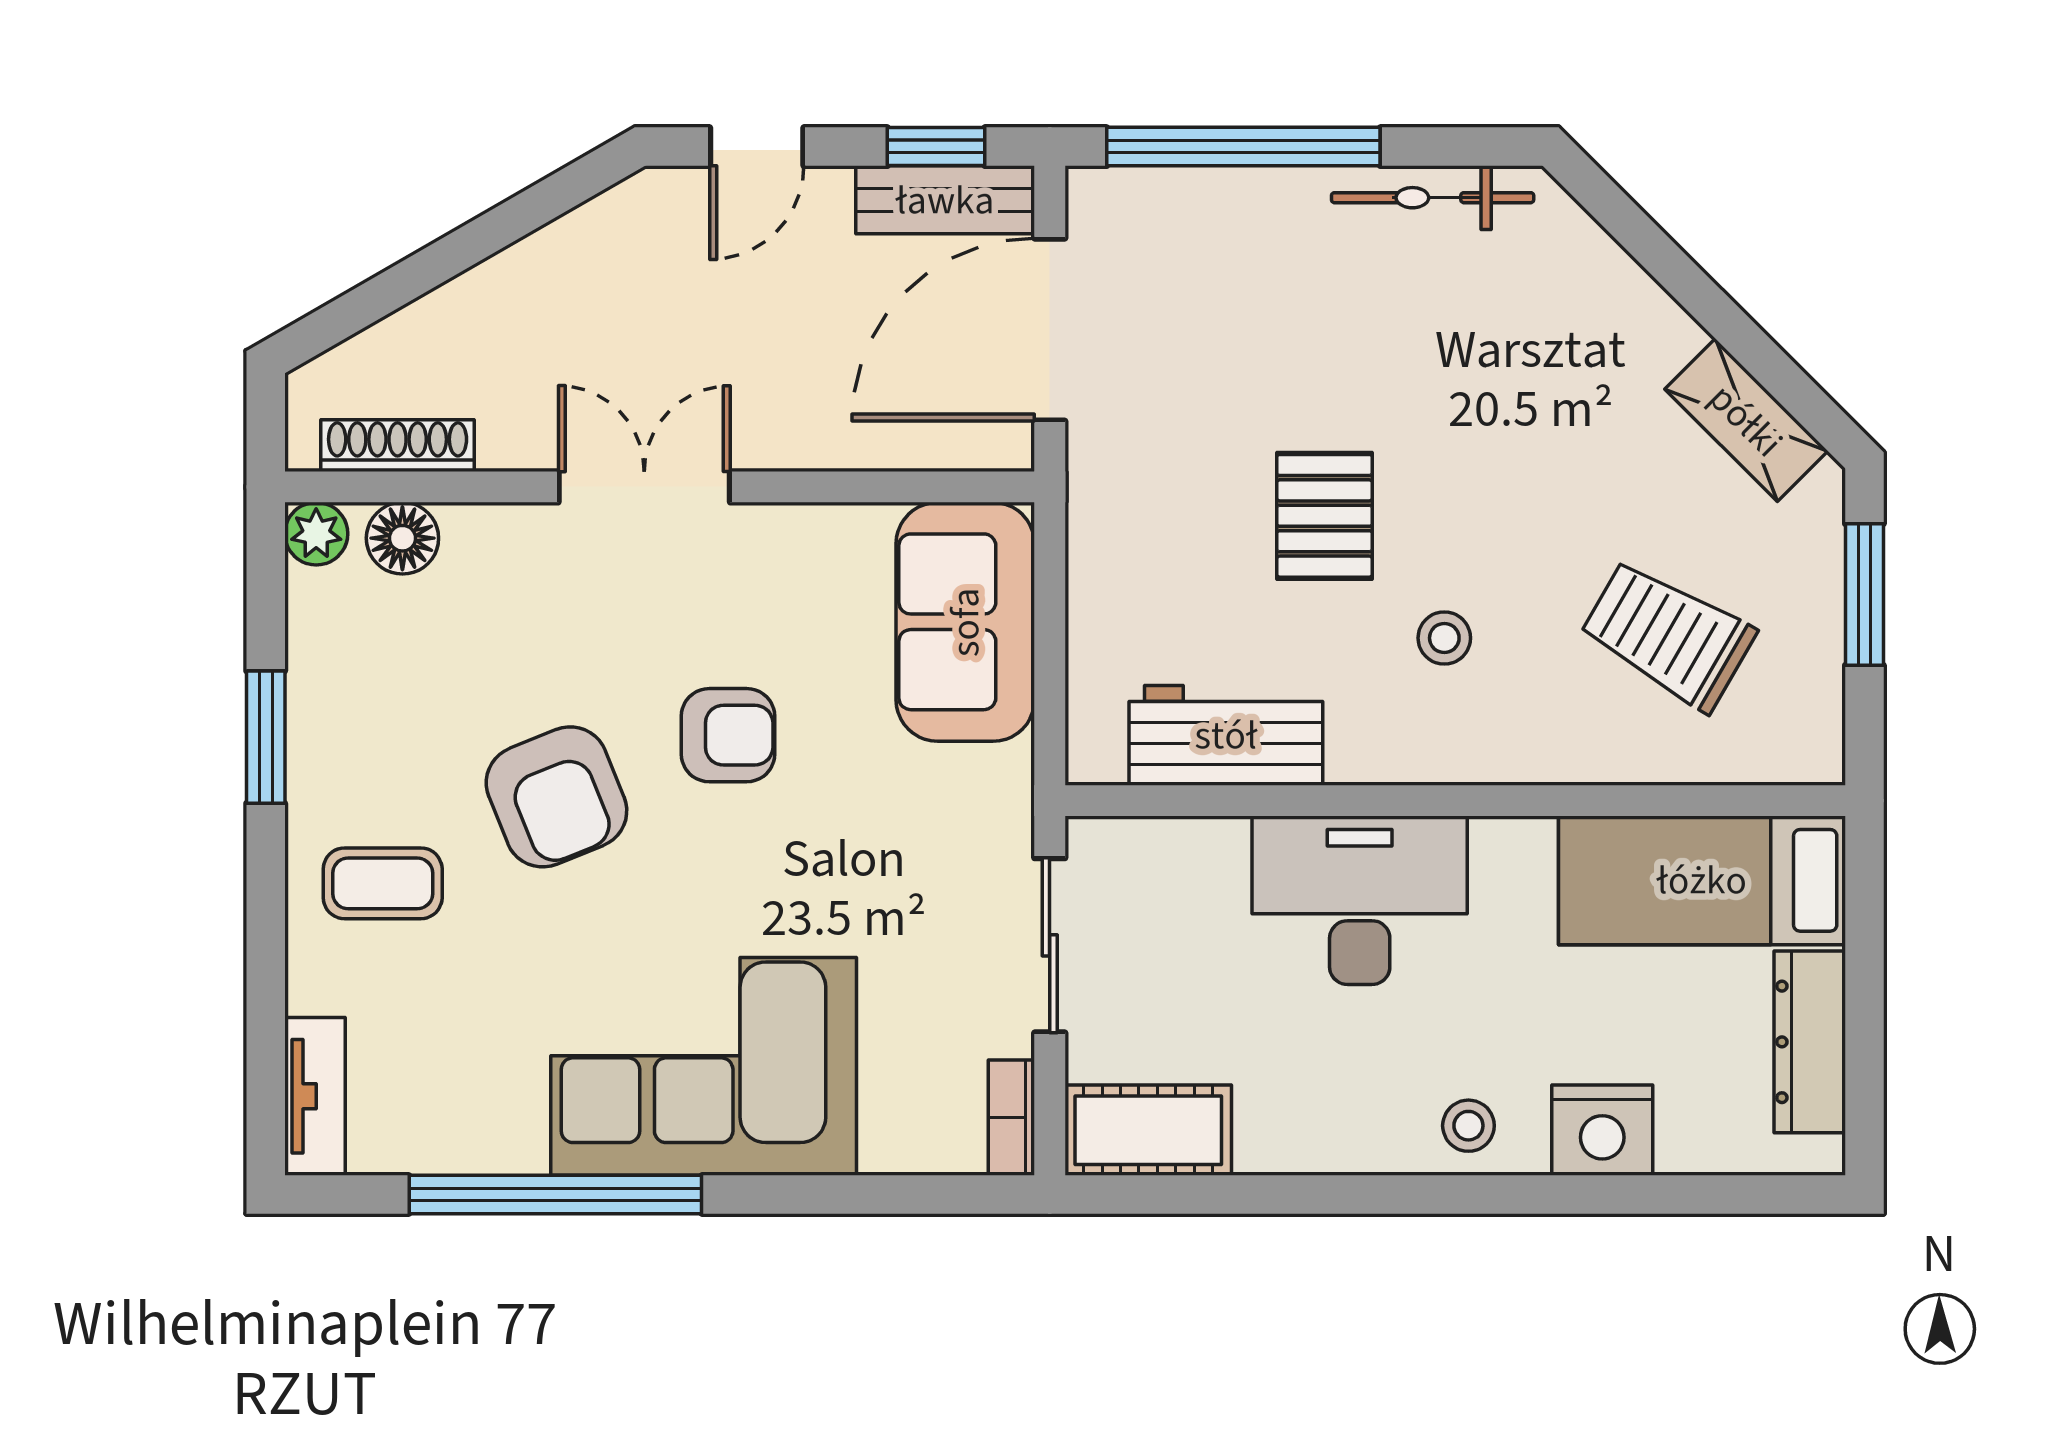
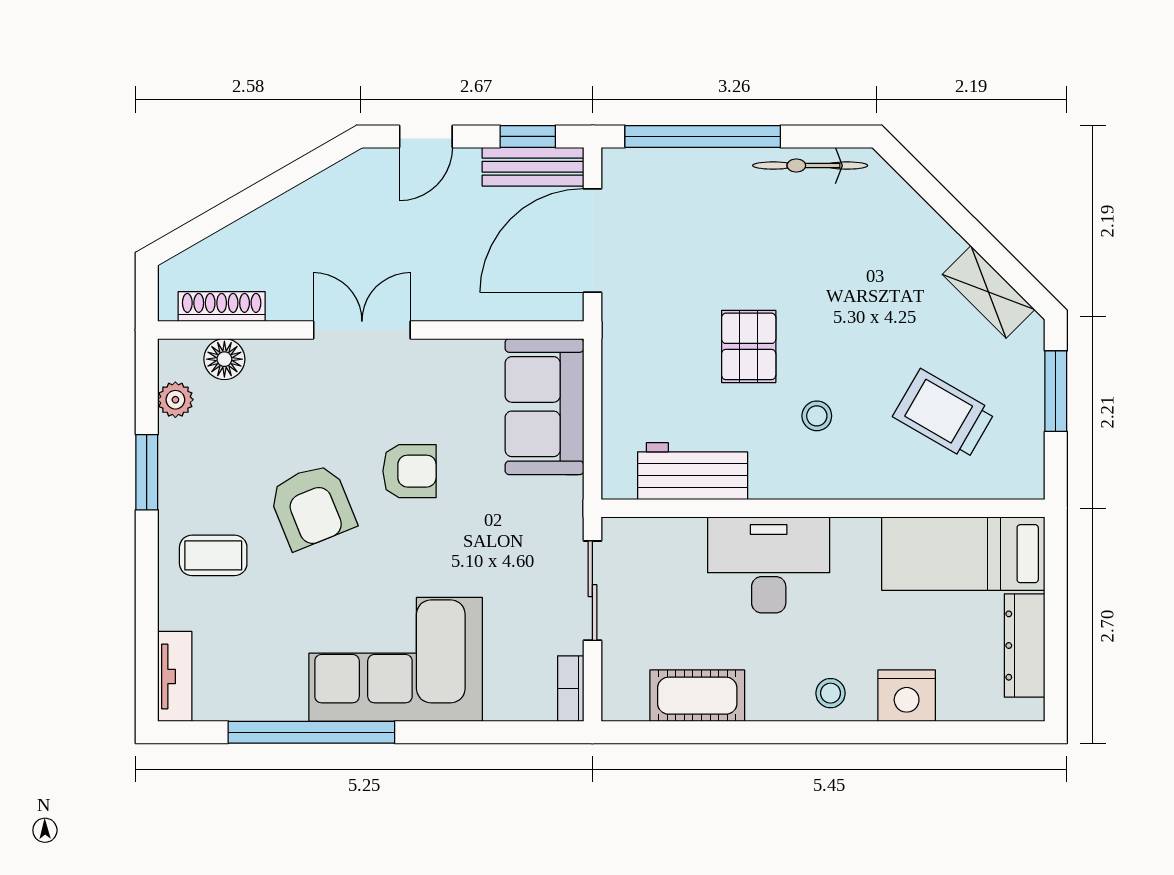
plant: (316, 534) -> (175, 400), moved
cot: (1148, 1130) -> (697, 696), moved

